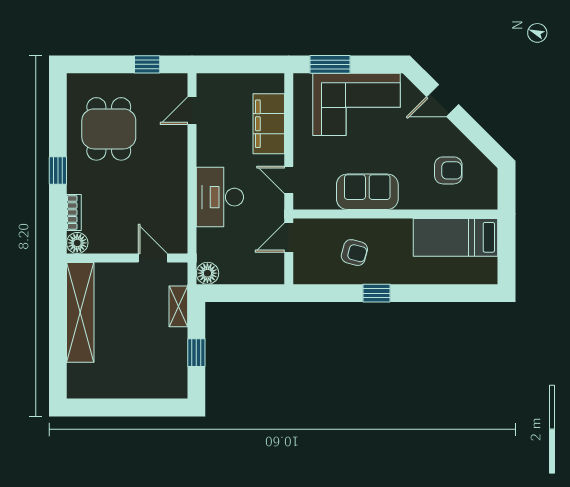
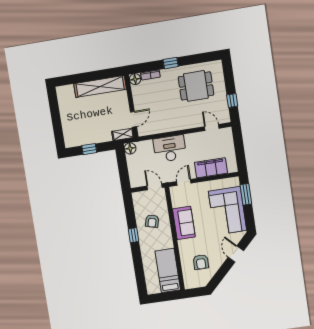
shelving: (178, 306) -> (123, 134), moved

